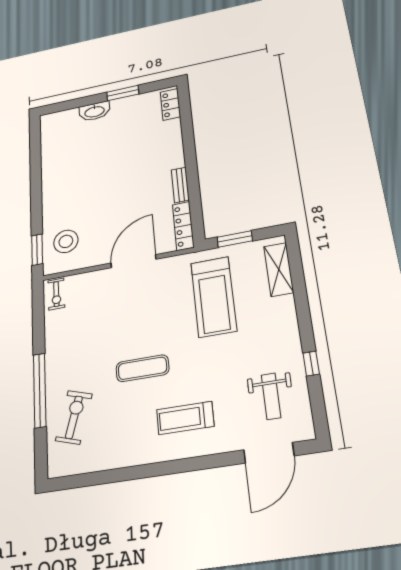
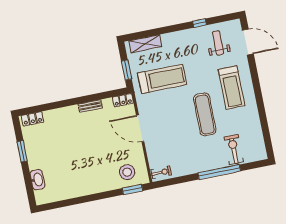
washbasin: (94, 111) -> (37, 180), moved
locker: (183, 226) -> (123, 100), width x0.66
exercise mat: (142, 368) -> (205, 114), width x1.36, depth x1.45
weight bench: (271, 396) -> (218, 43), turned -90
exercise bike: (74, 417) -> (234, 149), turned 73
treadmill: (185, 418) -> (232, 87), width x1.37, depth x1.38

